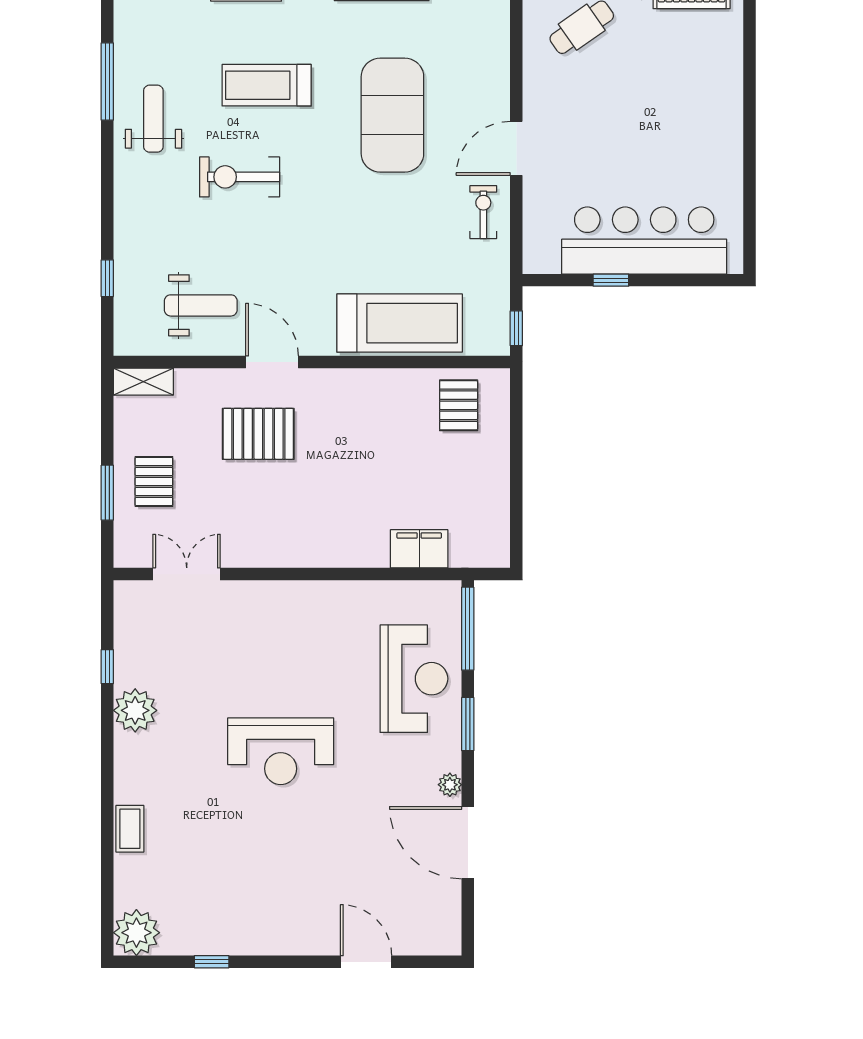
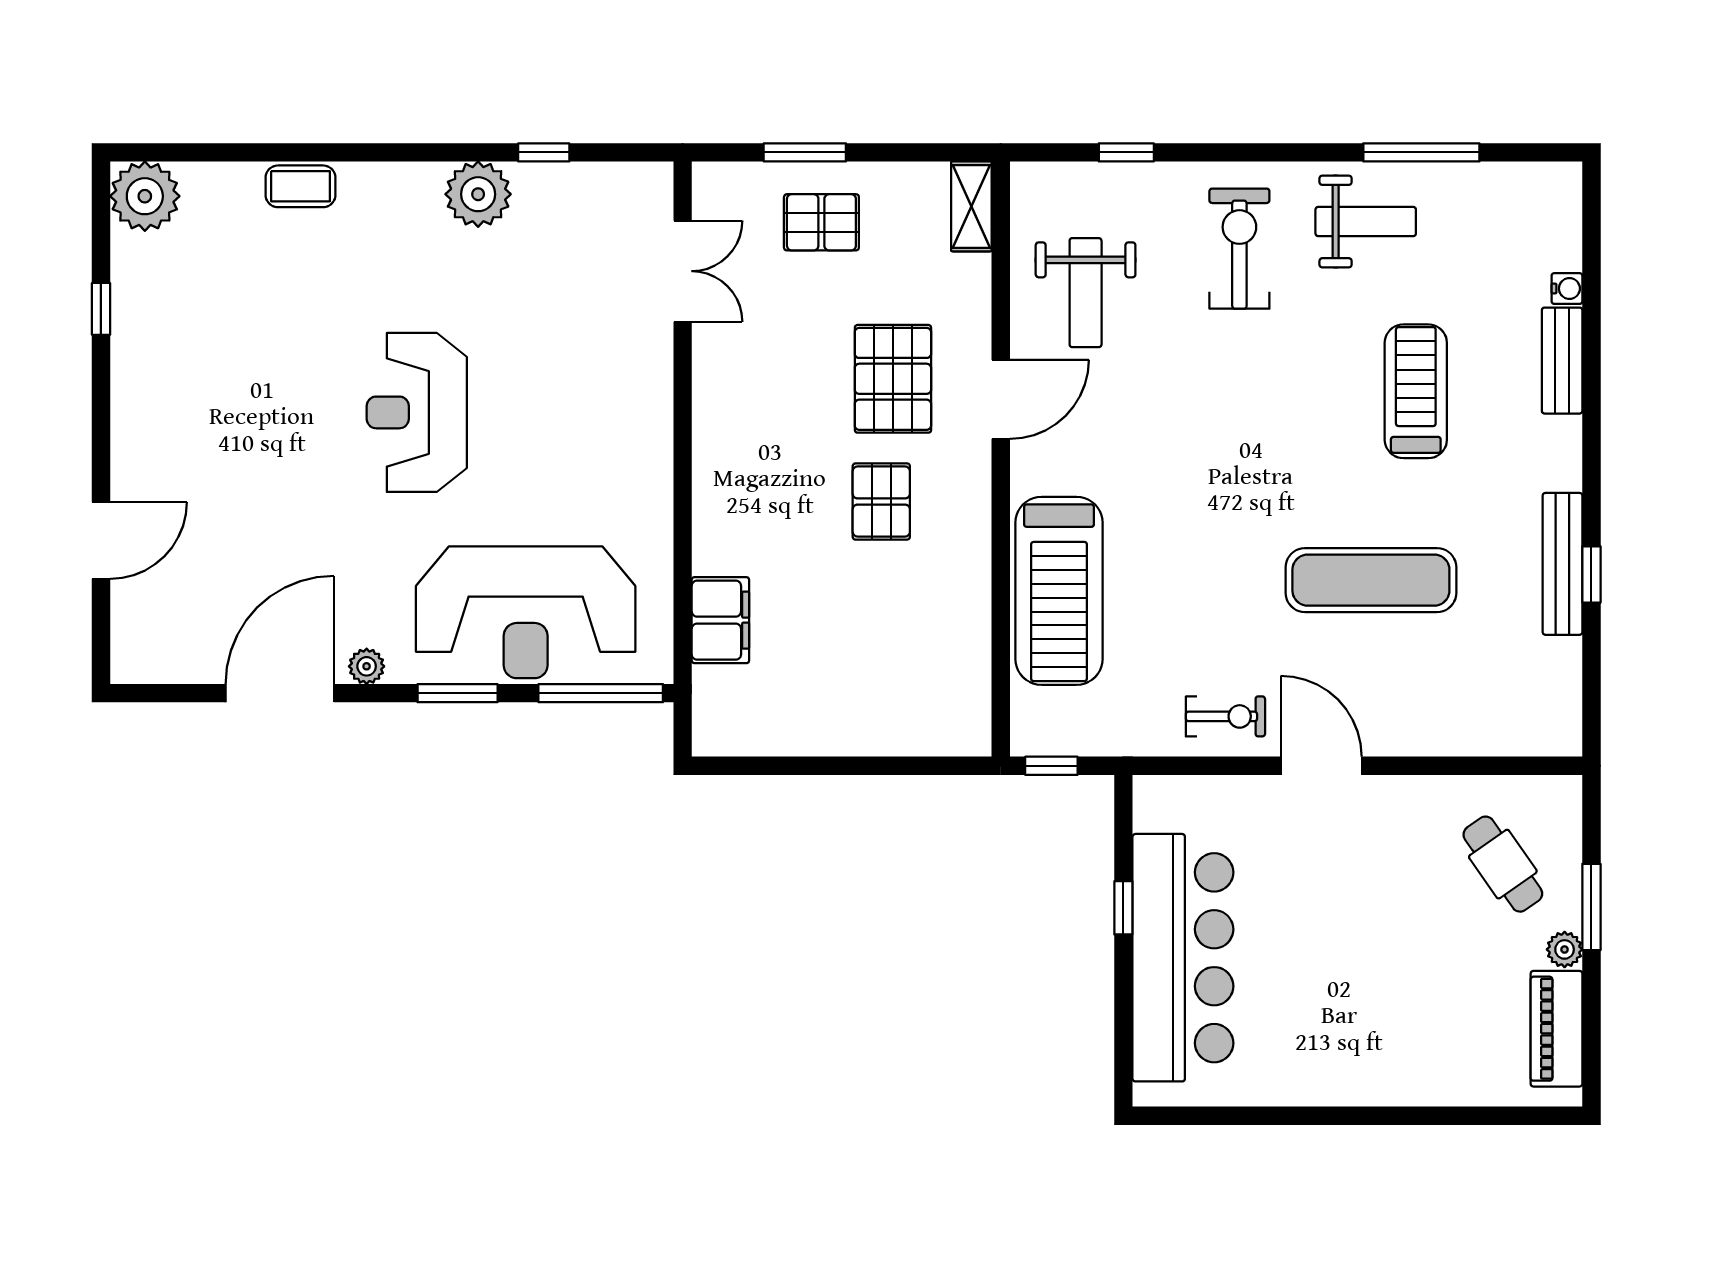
exercise mat: (392, 115) -> (1371, 580), width x0.68
exercise bike: (240, 177) -> (1239, 249), moved
pallet: (459, 405) -> (881, 502), moved, turned 90
reception desk: (414, 679) -> (526, 612), width x1.36, depth x1.30

